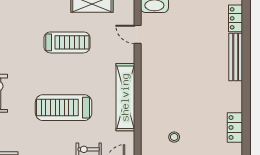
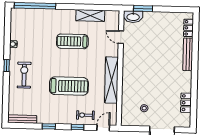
treadmill: (67, 42) -> (72, 41), turned 180
treadmill: (64, 108) -> (69, 86), turned 180

